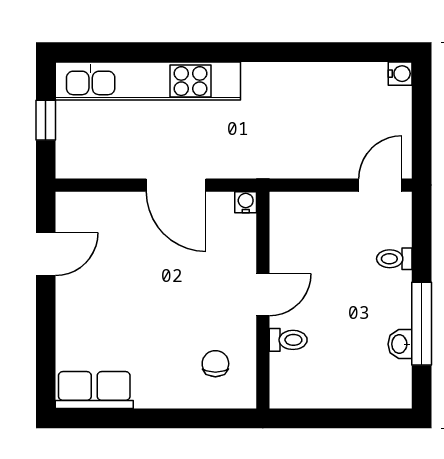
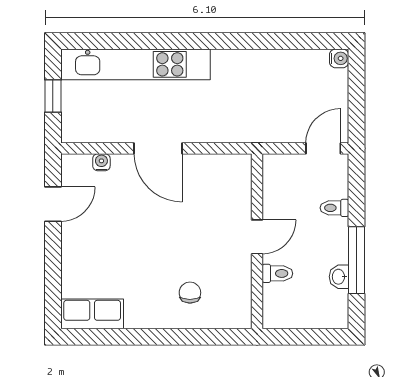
water cooler: (246, 202) -> (101, 162), moved
door: (263, 295) -> (257, 237), moved
wall: (263, 300) -> (257, 241), moved
toilet: (288, 340) -> (277, 273), moved

